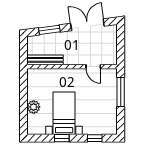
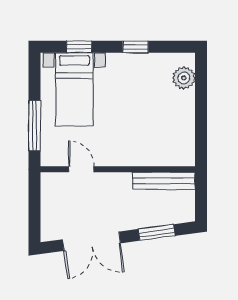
plant: (34, 107) -> (184, 78), moved
bed with nightstands: (64, 113) -> (74, 89), moved

